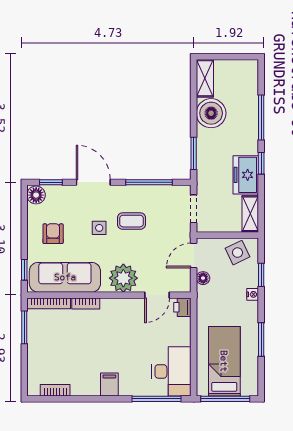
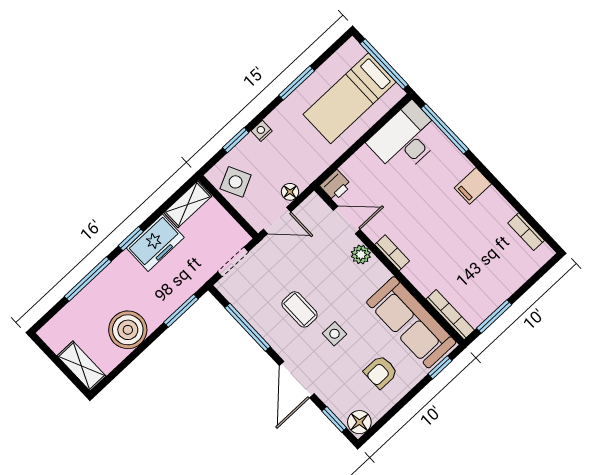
shelving: (205, 78) -> (81, 366), moved, turned 90
plant: (123, 278) -> (361, 255), width x0.53, depth x0.53
bookcase: (86, 303) -> (392, 253), moved

